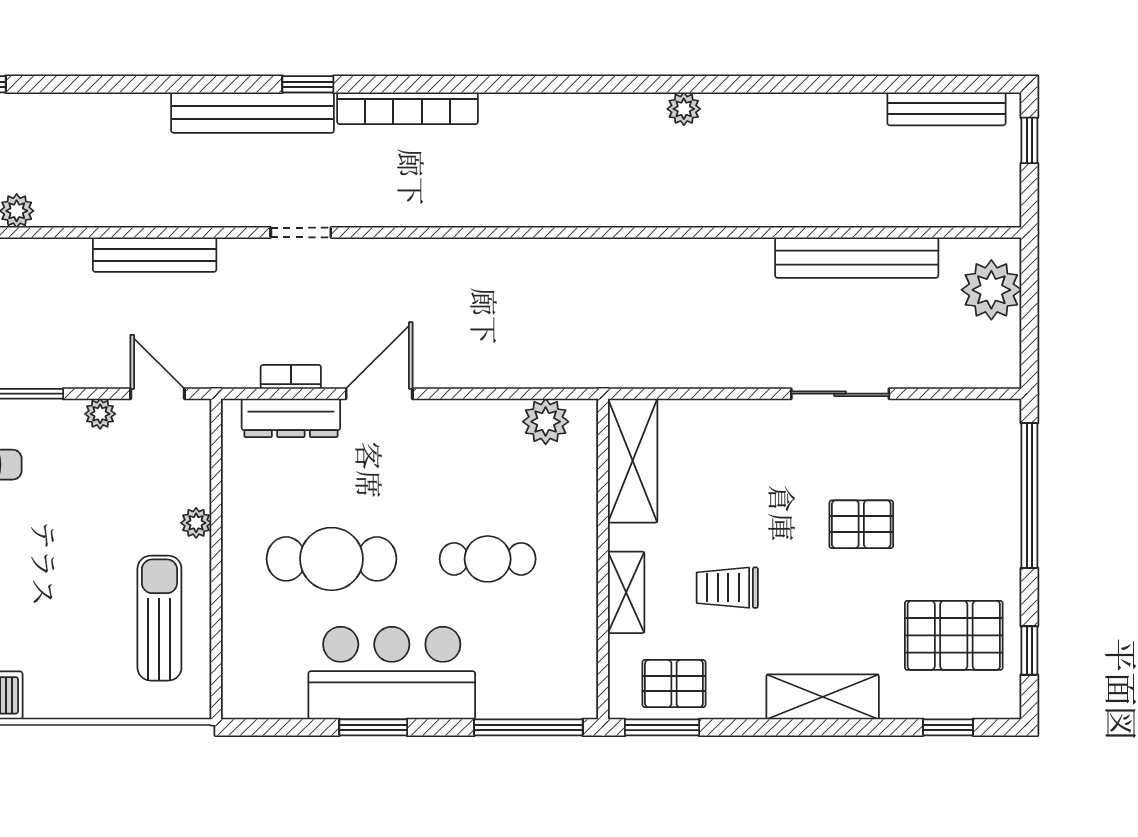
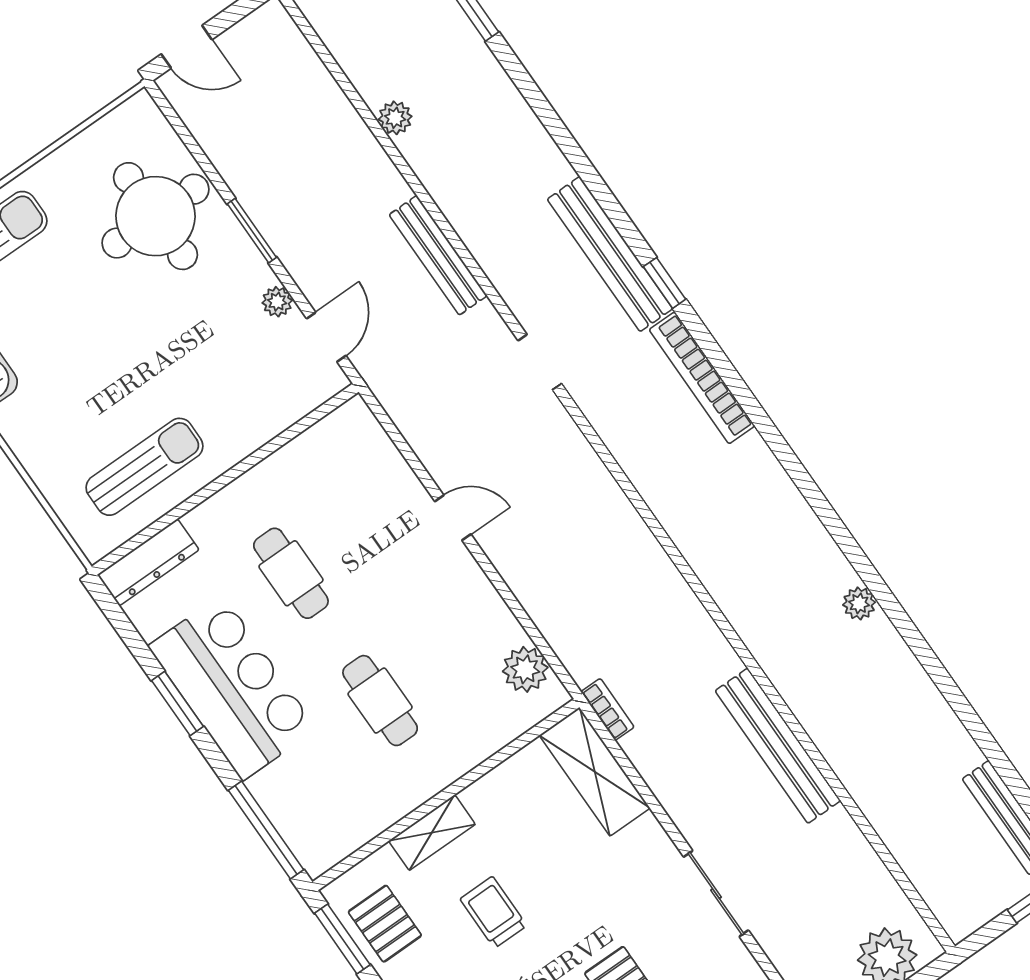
bench: (857, 258) -> (778, 746), moved
bookcase: (291, 377) -> (608, 709), moved
door: (379, 394) -> (453, 518), width x0.73
dresser: (291, 418) -> (148, 562), moved, turned -90
shelving: (633, 461) -> (595, 772), moved, turned 90
plant: (196, 523) -> (243, 442), removed
cafe table: (332, 559) -> (291, 573), width x0.73, depth x0.74

